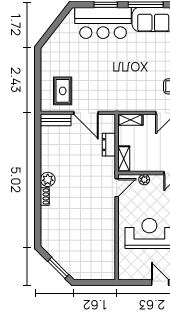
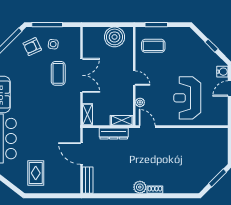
rug: (63, 91) -> (36, 173), moved, turned 90
door: (86, 113) -> (81, 153), swing flipped
dresser: (109, 145) -> (114, 133), width x1.44

